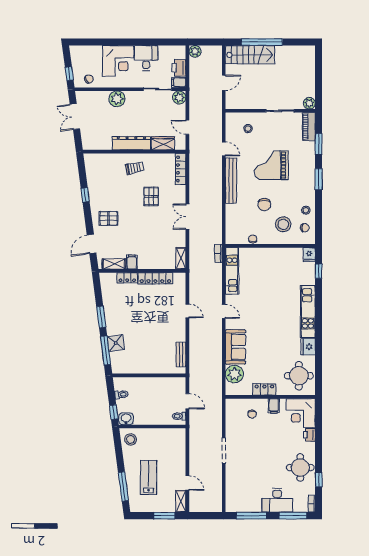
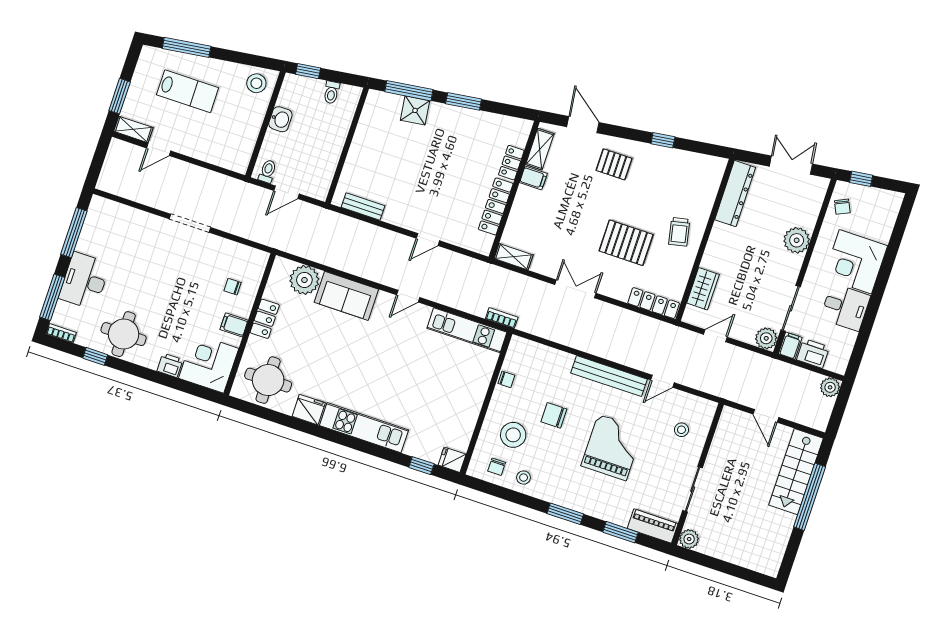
dresser: (131, 143) -> (735, 194), moved
pallet: (151, 196) -> (626, 243), width x1.50, depth x1.42
pallet: (108, 218) -> (614, 164), turned 90
washbasin: (126, 419) -> (280, 119), moved

